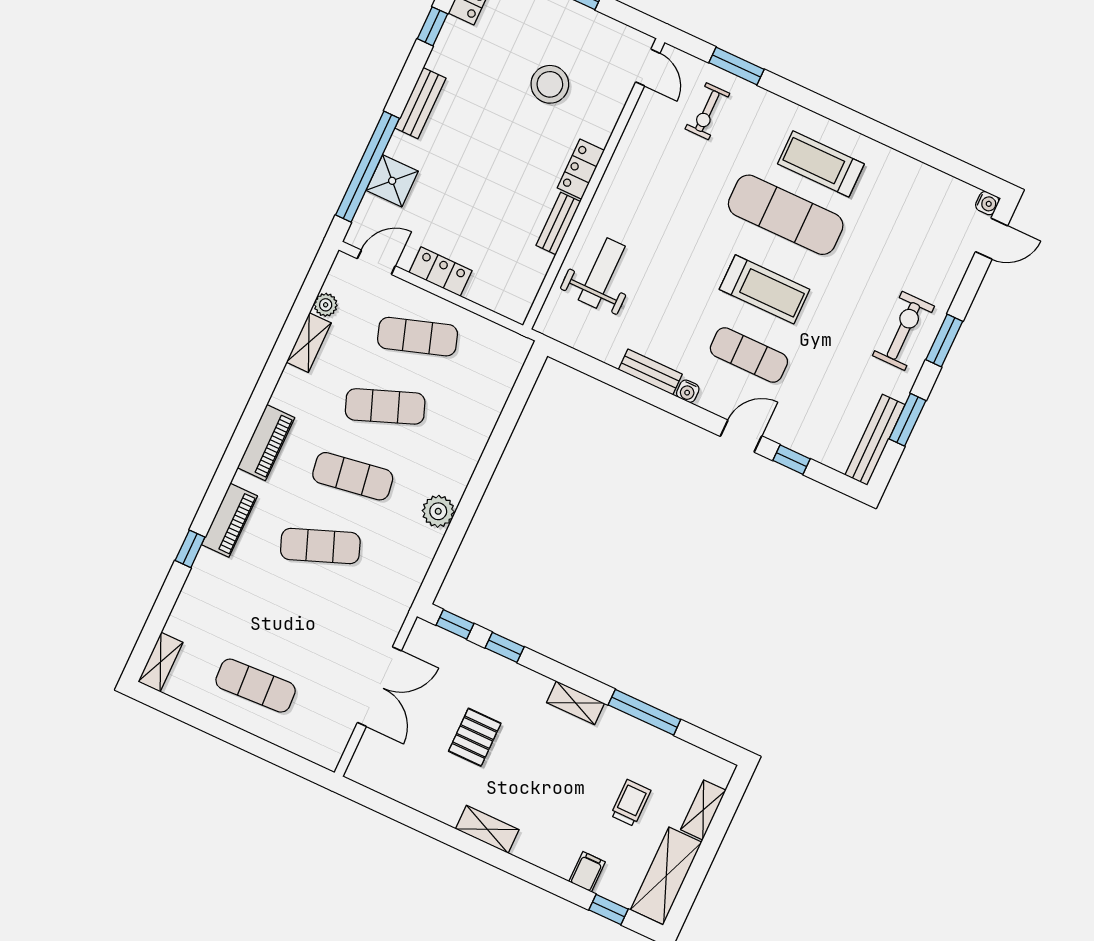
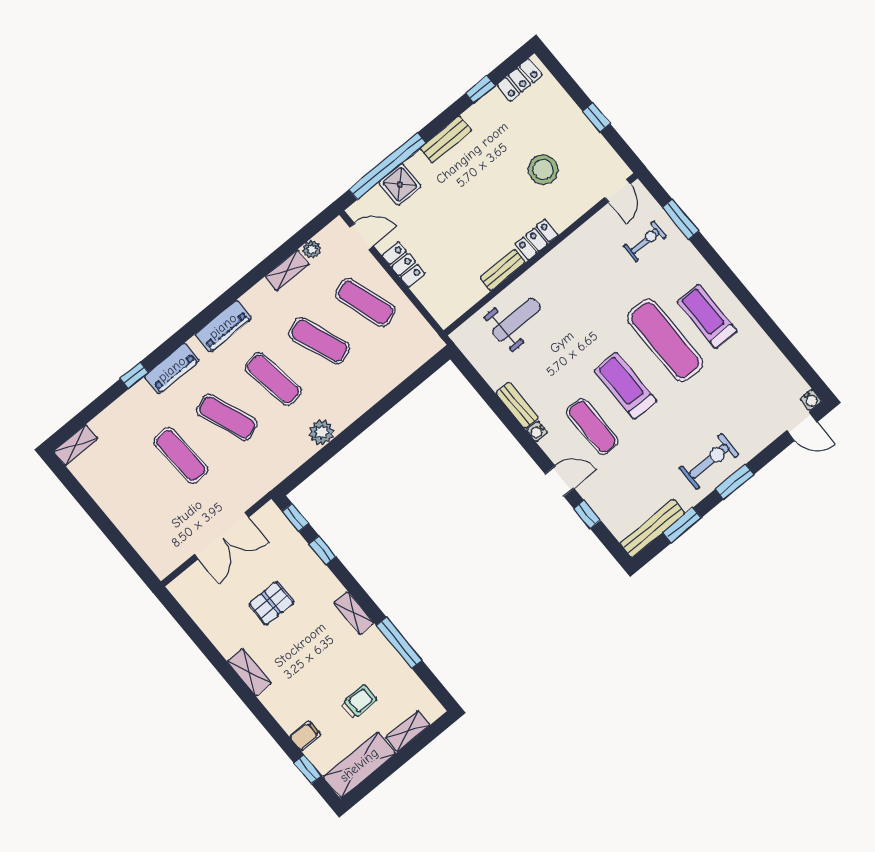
exercise bike: (707, 111) -> (645, 241), turned 180
treadmill: (765, 289) -> (625, 386), turned 180
exercise mat: (256, 686) -> (181, 455), moved

